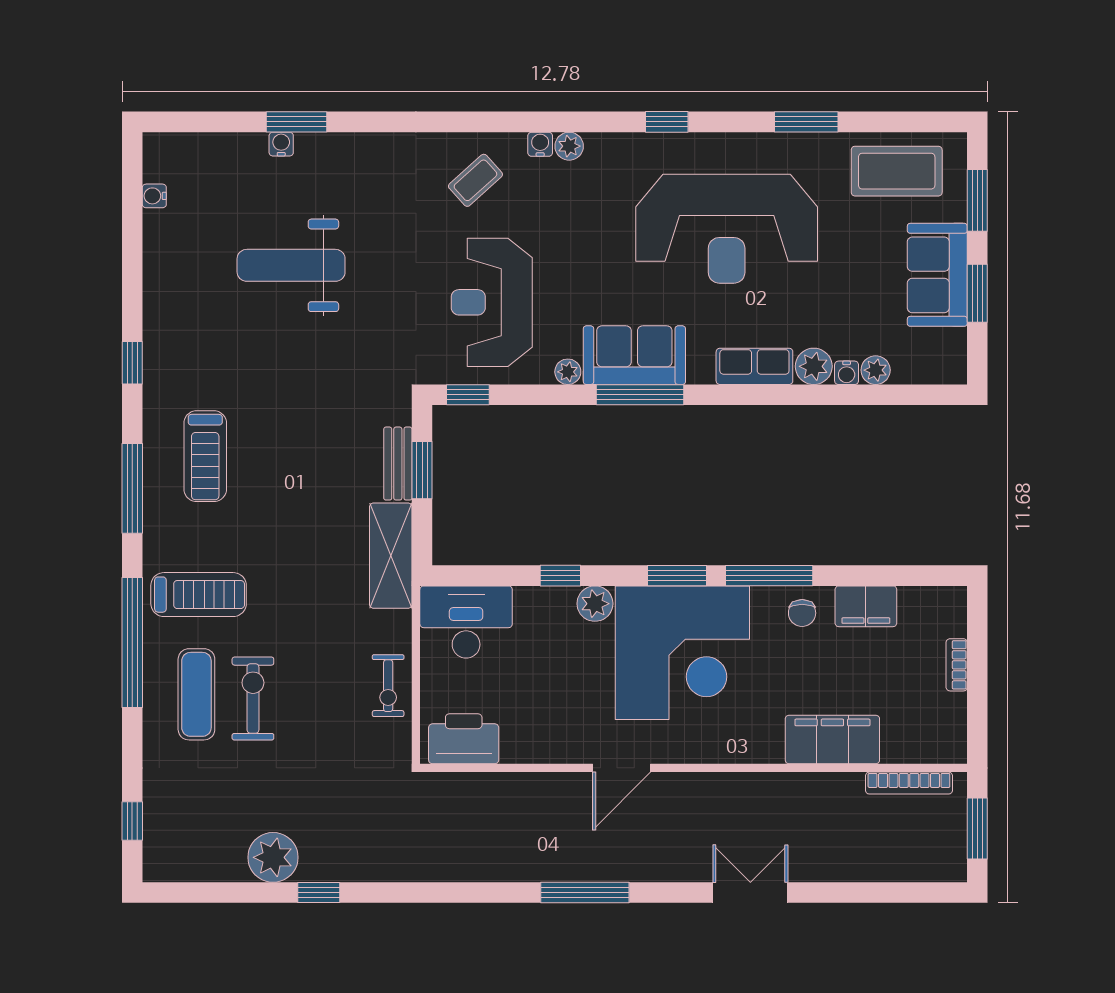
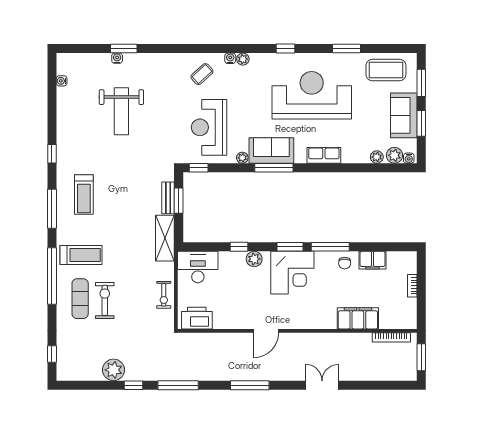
reception desk: (727, 229) -> (312, 95), turned 180
weight bench: (291, 265) -> (121, 111), turned -90
plant: (814, 366) -> (394, 155), moved
water cooler: (847, 373) -> (409, 158), moved
corner desk: (682, 653) -> (292, 273), width x0.74, depth x0.74
window: (421, 893) -> (178, 385), added

